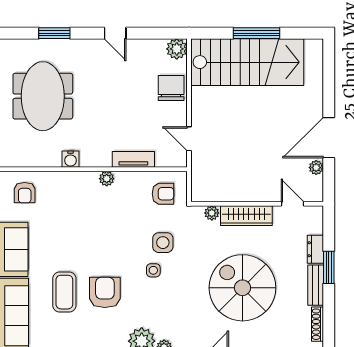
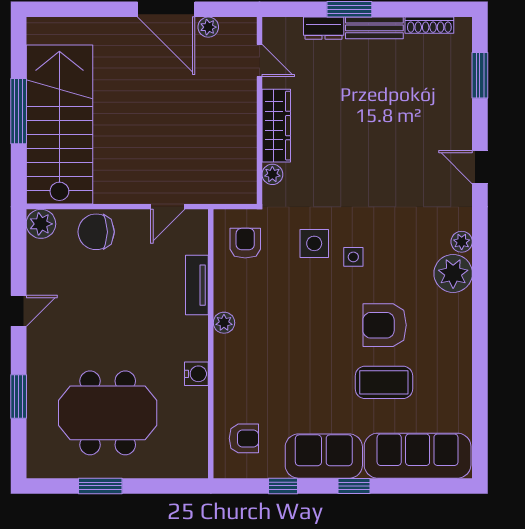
door: (293, 204) -> (260, 60), swing flipped
spiral stairs: (242, 288) -> (378, 131), removed

